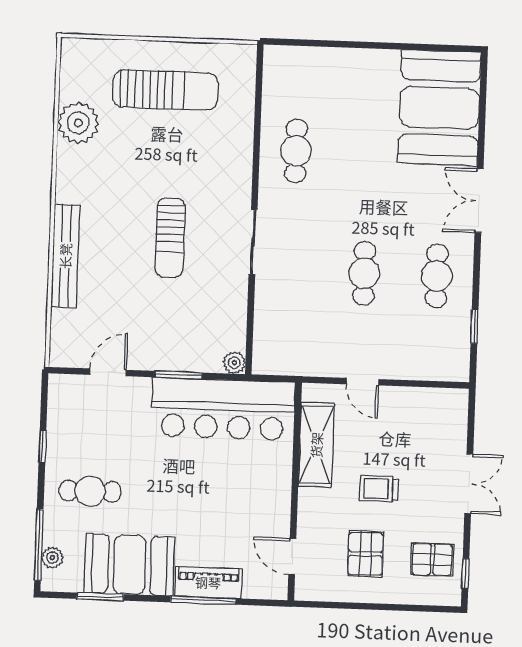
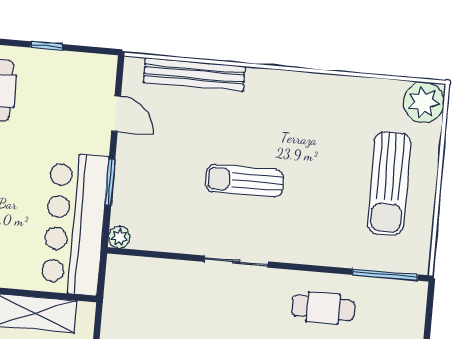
window: (259, 89) -> (385, 275), added
plant: (78, 123) -> (424, 102), moved
bench: (65, 256) -> (194, 74), moved

